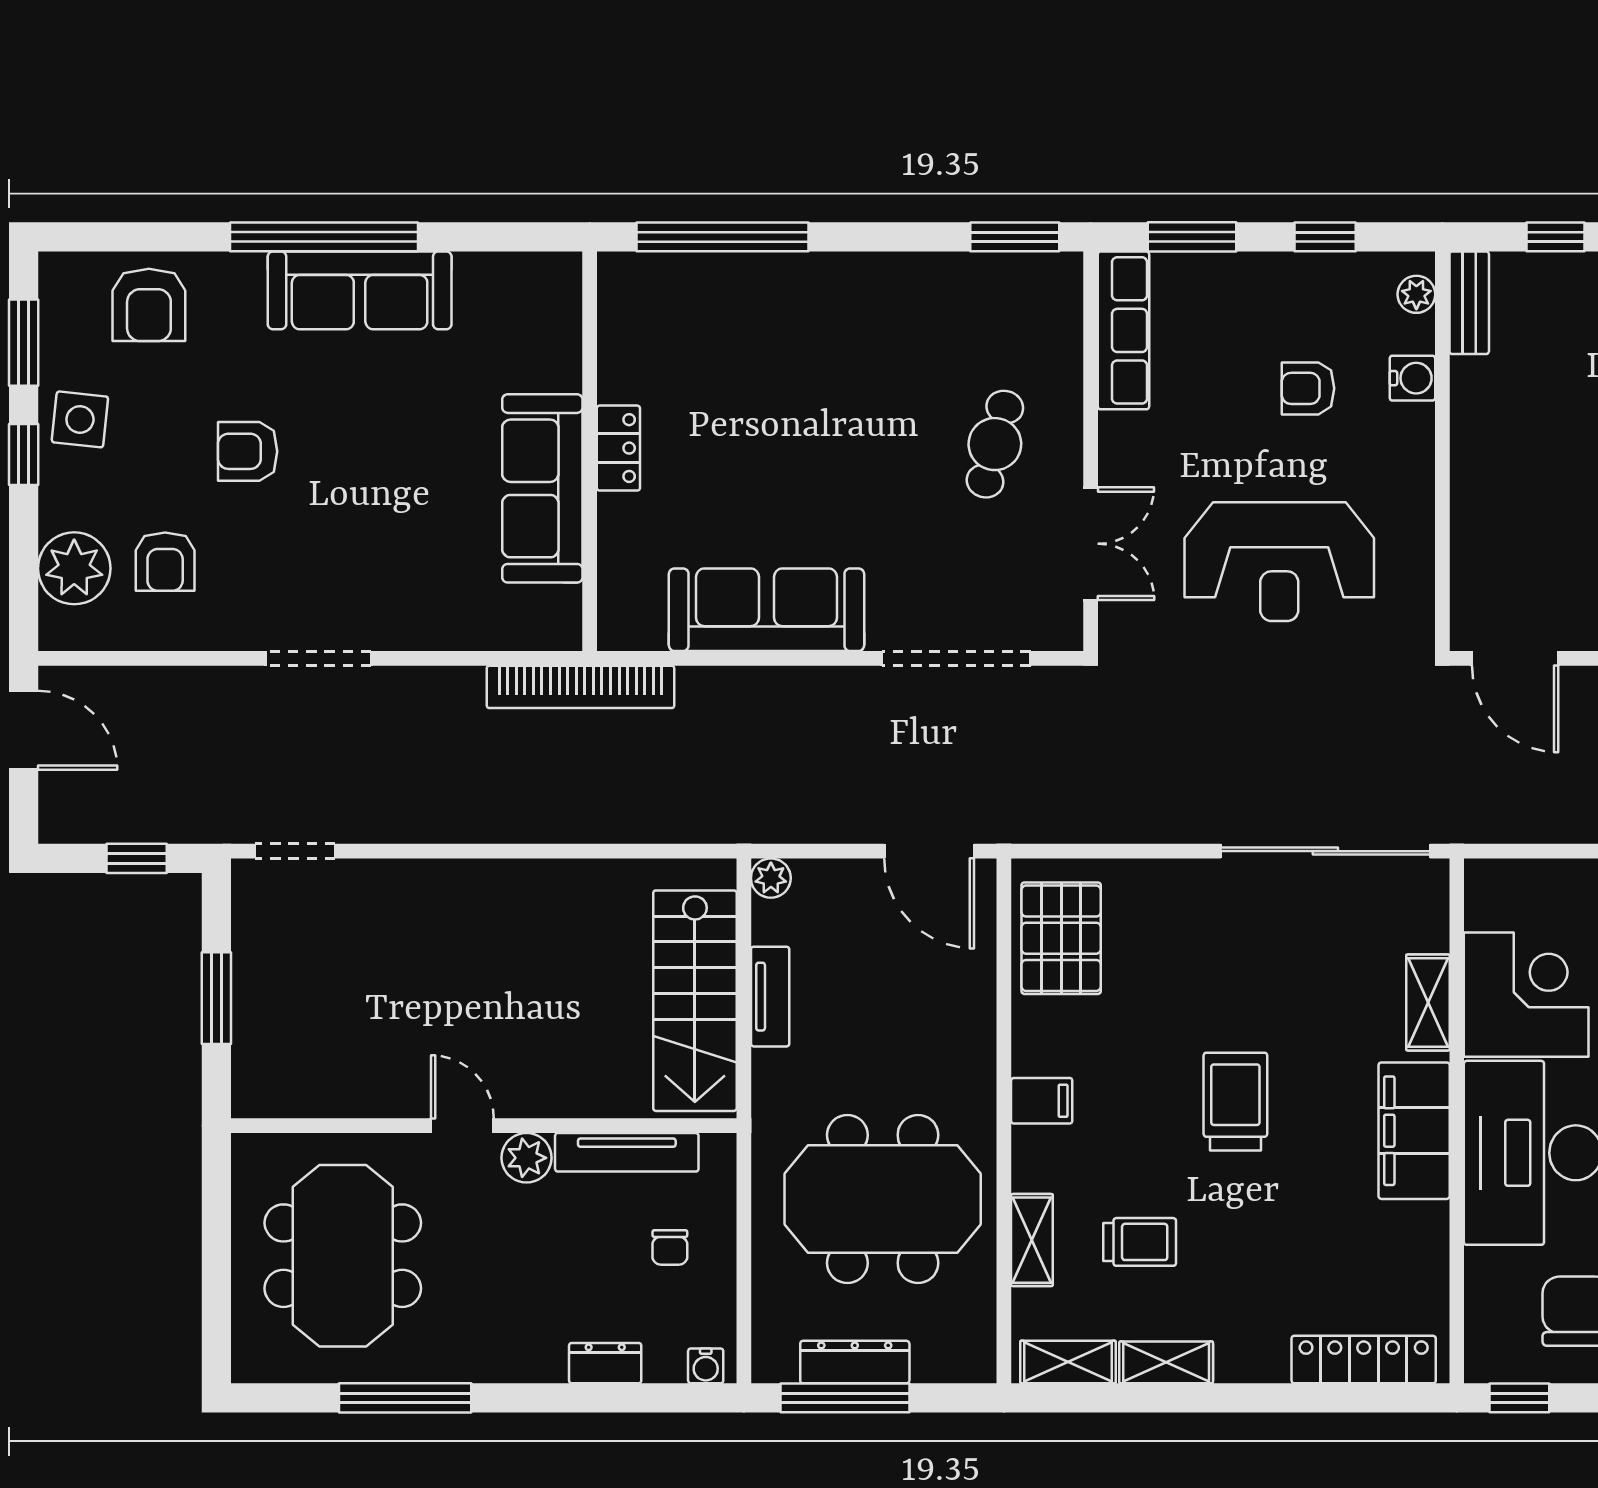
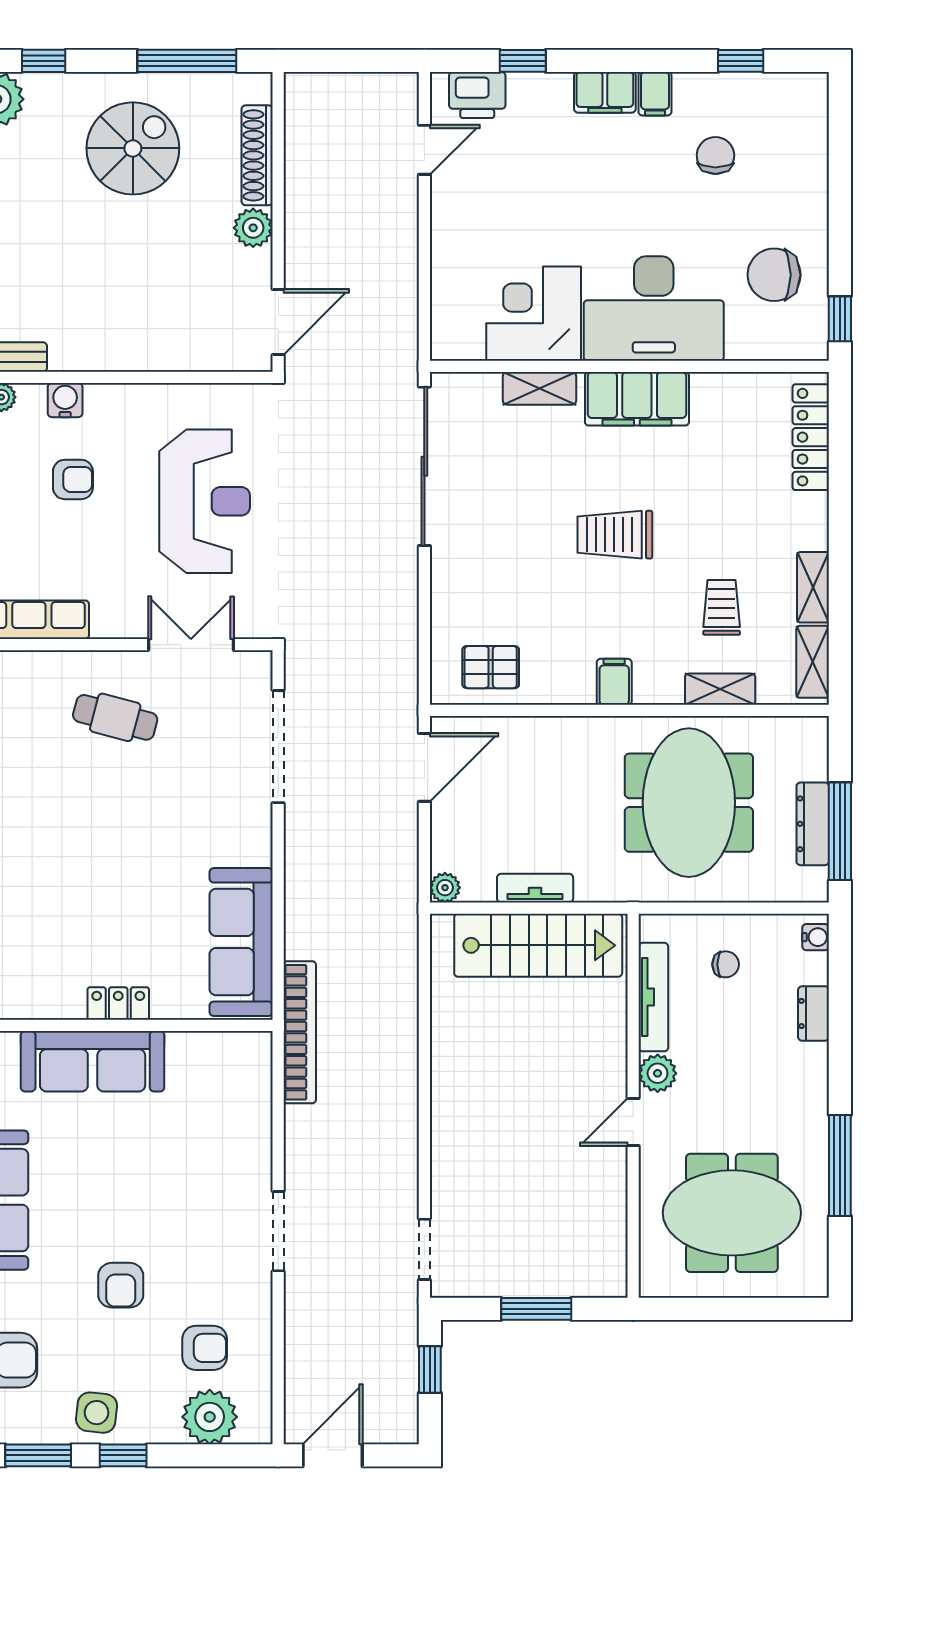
armchair: (1308, 388) -> (73, 479), turned -90
sofa: (542, 488) -> (93, 1061), moved
sofa: (766, 610) -> (241, 942), moved
pallet: (1061, 938) -> (491, 667), width x0.67, depth x0.71

